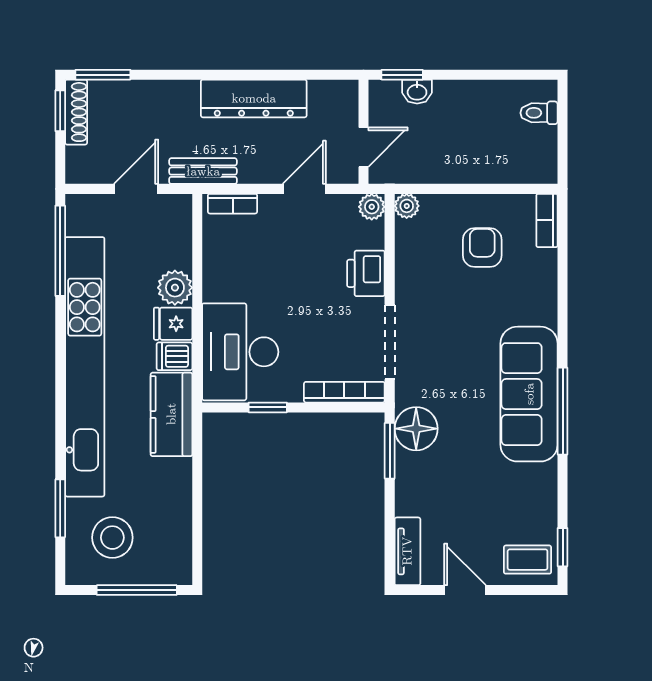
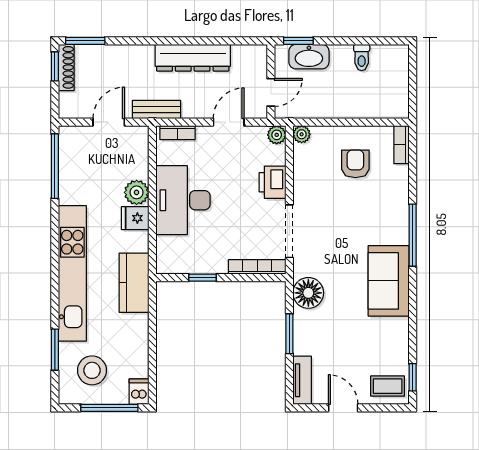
washbasin: (417, 92) -> (309, 57), width x1.91, depth x1.45
toilet: (539, 113) -> (362, 58), moved, turned -90
desk: (240, 352) -> (183, 200), moved
dishwasher: (174, 356) -> (139, 392), moved, turned 90
kitchen unit: (85, 367) -> (72, 273), width x0.73
sofa: (529, 394) -> (389, 281), width x0.73
window: (563, 411) -> (413, 235), moved
window: (390, 451) -> (289, 334), moved

